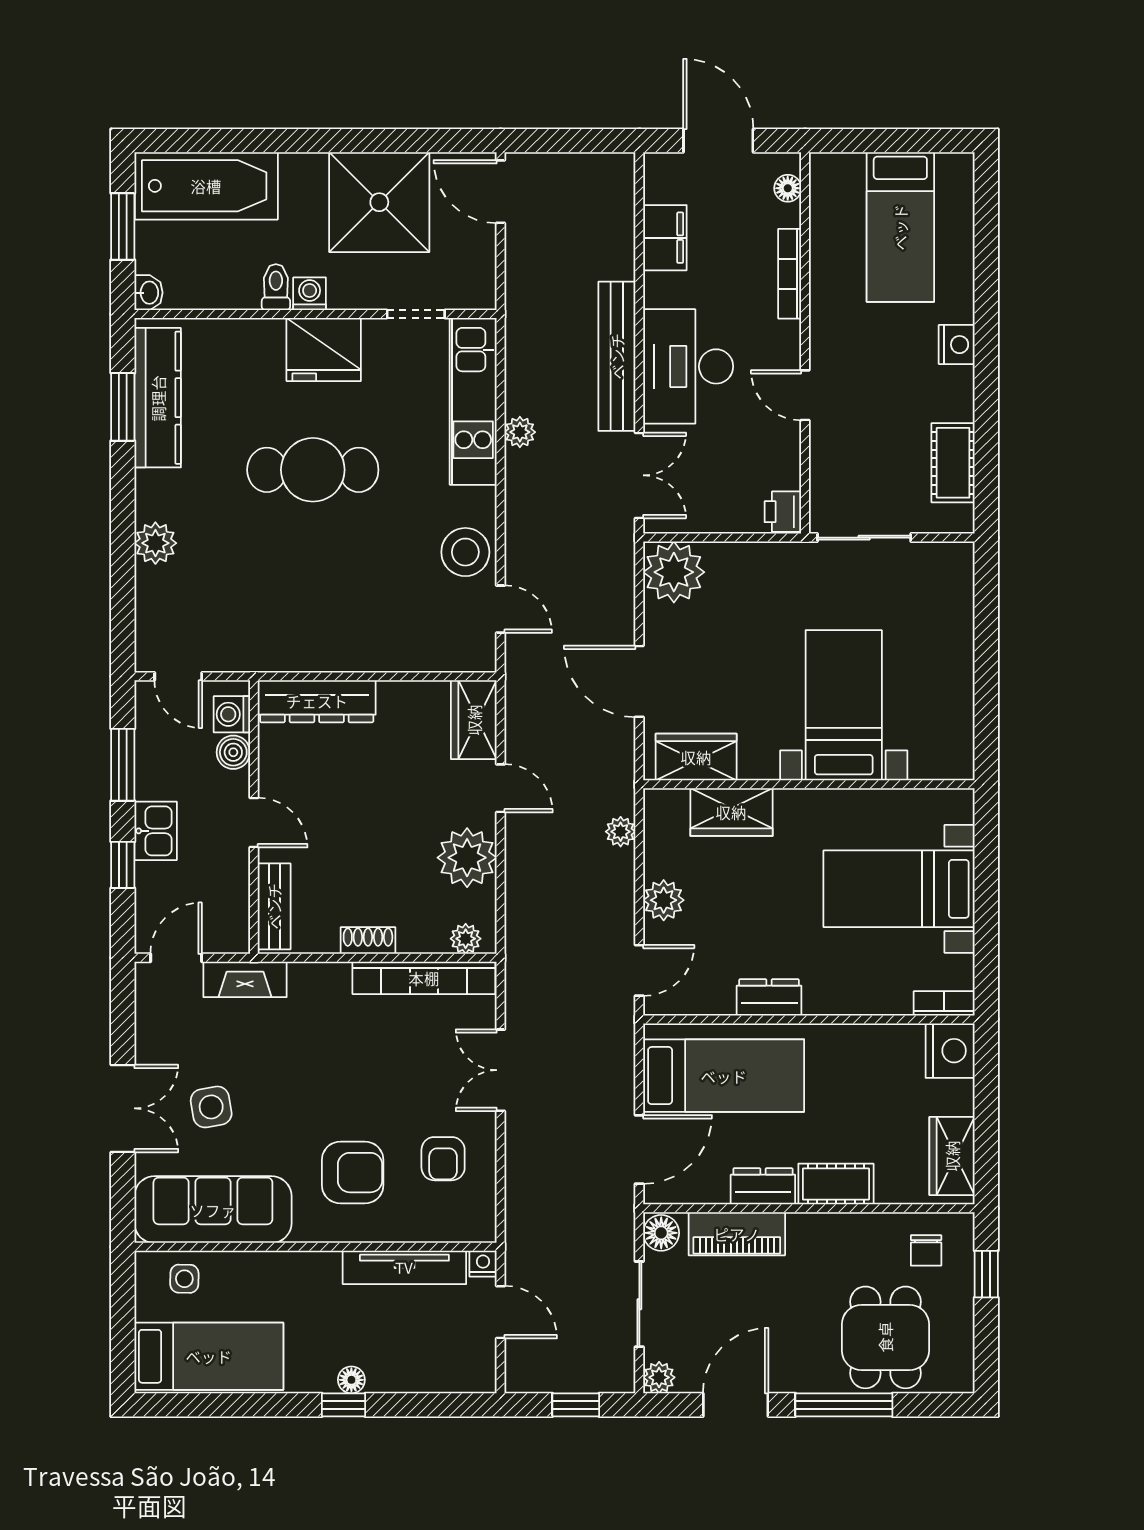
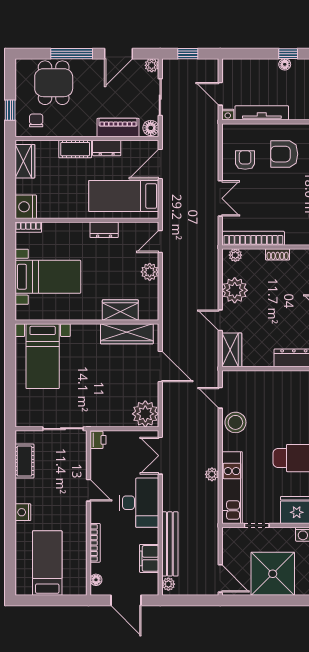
bench: (617, 356) -> (170, 544), moved
bed with nightstands: (844, 705) -> (43, 356), moved
wardrobe: (696, 757) -> (127, 334), width x1.50
plant: (621, 832) -> (168, 584), moved

